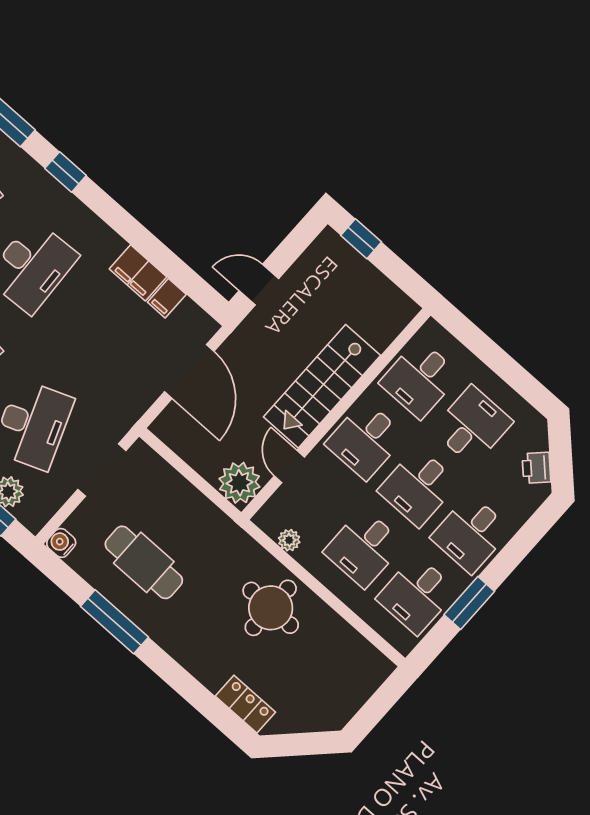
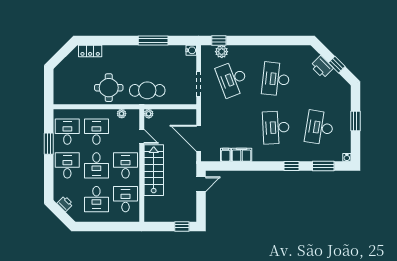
plant: (239, 483) -> (149, 114), width x0.53, depth x0.53
desk: (418, 487) -> (96, 165), turned 180
cafe table: (144, 562) -> (147, 90), moved

